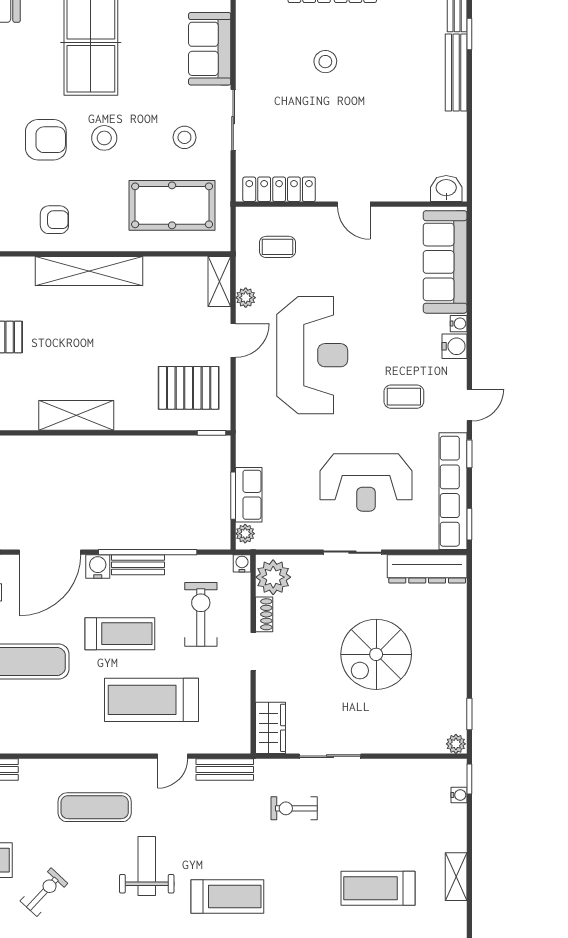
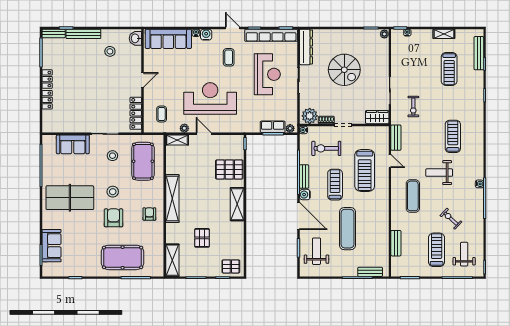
stool: (325, 62) -> (110, 51), moved
pallet: (189, 388) -> (229, 169), moved, turned 90

